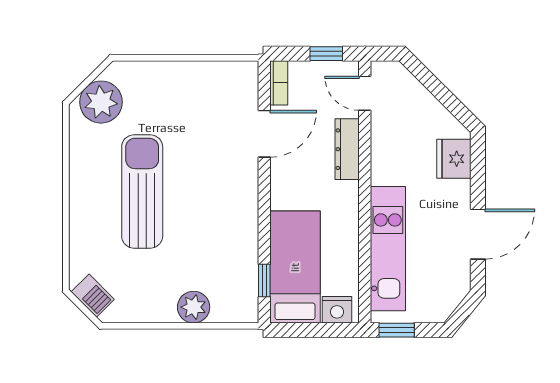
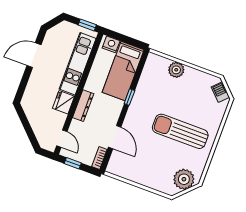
door: (264, 134) -> (115, 137), swing flipped
dresser: (347, 149) -> (83, 106), moved
fridge: (454, 159) -> (64, 102), moved, turned 180
sun lounger: (142, 191) -> (180, 131), turned 90
window: (264, 280) -> (129, 97), moved

